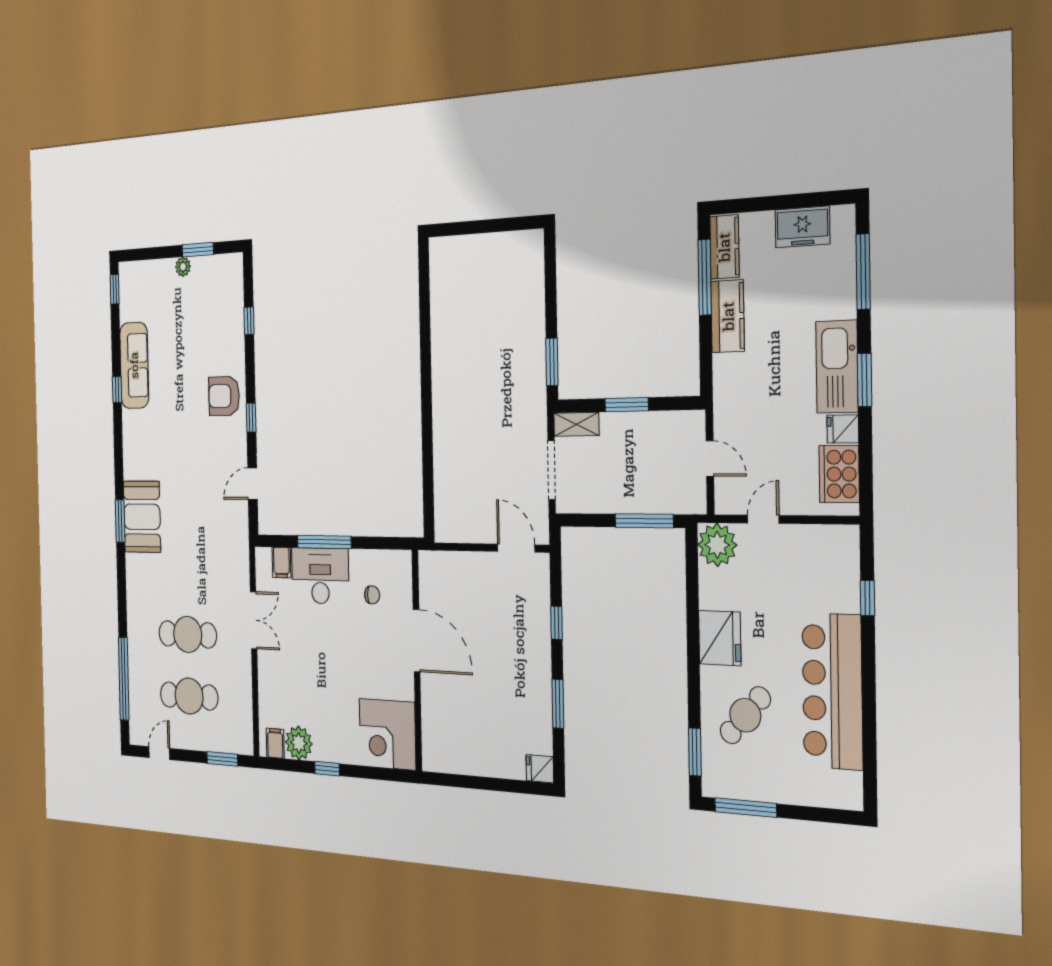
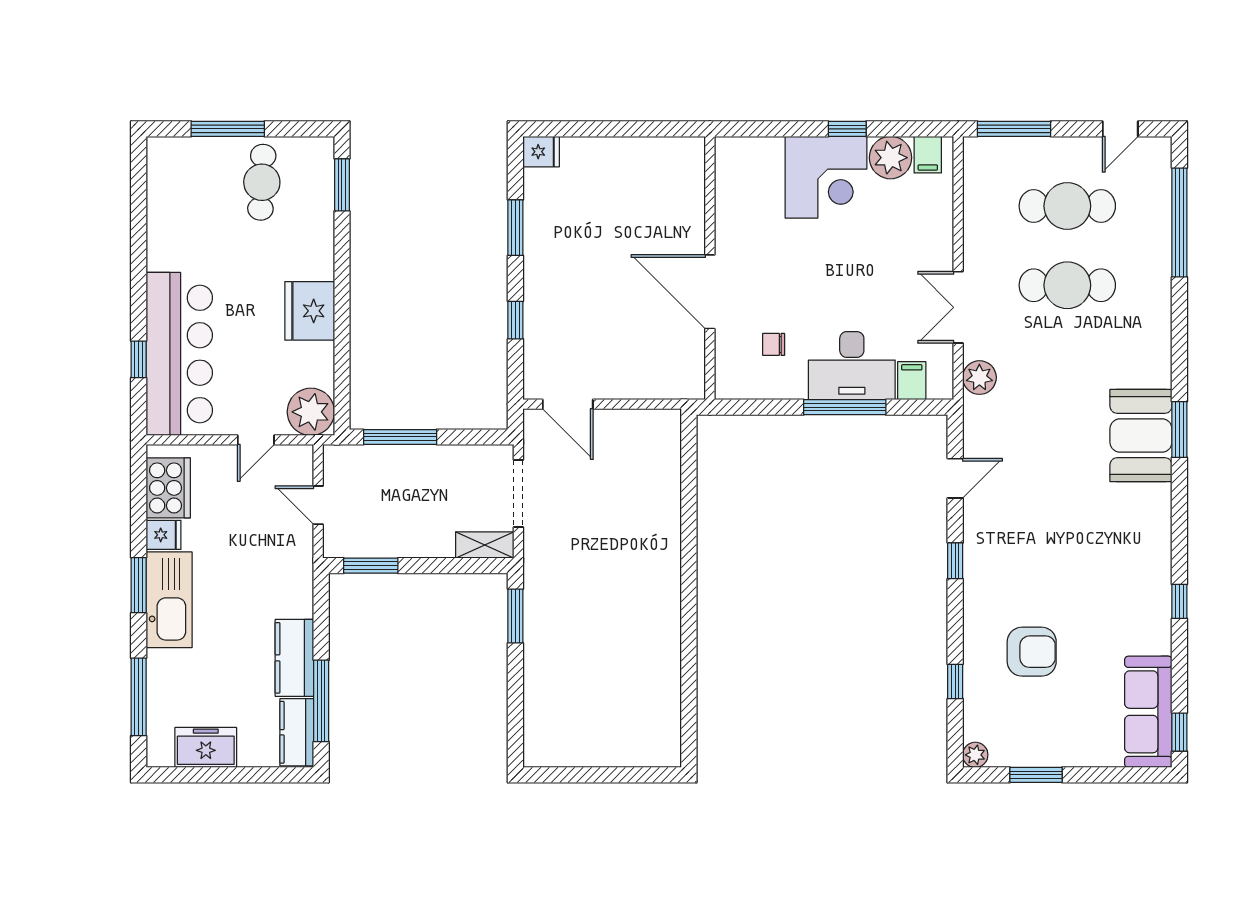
plant: (183, 267) -> (975, 755), moved
sofa: (134, 365) -> (1148, 712), moved
armchair: (224, 396) -> (1032, 652), moved
window: (627, 405) -> (371, 566), moved
plant: (239, 564) -> (979, 378), added
bar counter: (832, 691) -> (179, 354), moved
cafe table: (745, 715) -> (262, 182), moved, turned -39
corner desk: (387, 734) -> (826, 177), moved, turned 90
window: (222, 759) -> (1014, 129), width x1.44
window: (746, 808) -> (228, 129), moved

